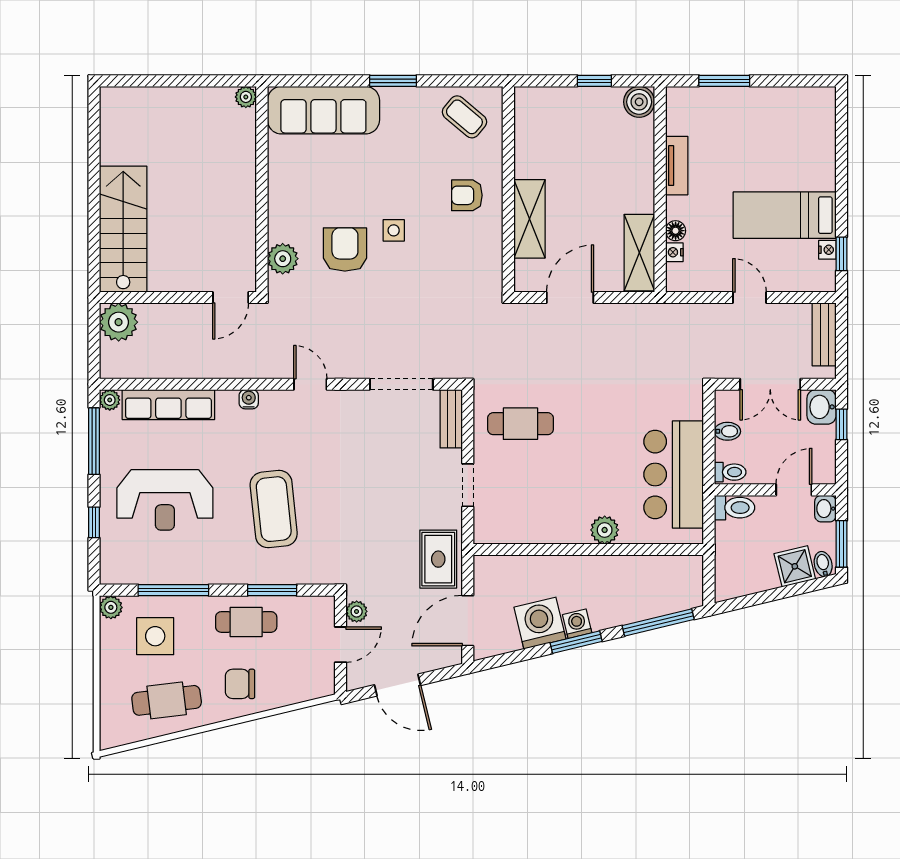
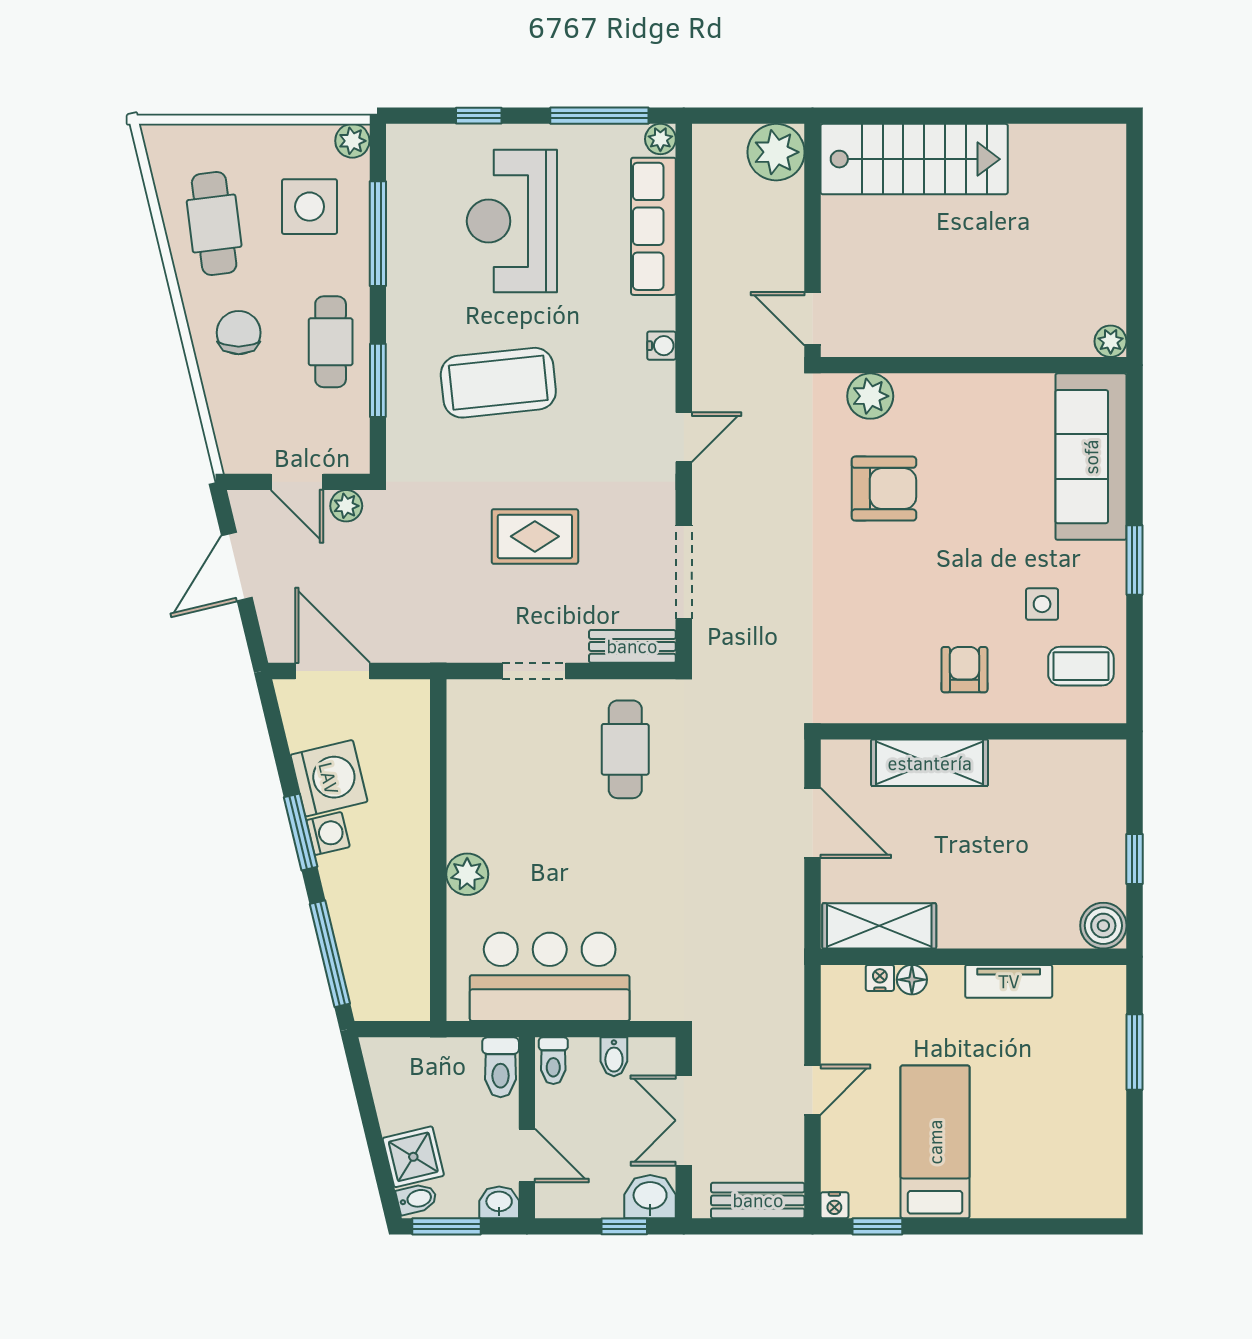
coffee table: (464, 117) -> (1081, 666), turned 50
side table: (394, 230) -> (1042, 604), moved
nightstand: (827, 250) -> (834, 1205), moved
rug: (438, 559) -> (535, 536), moved

